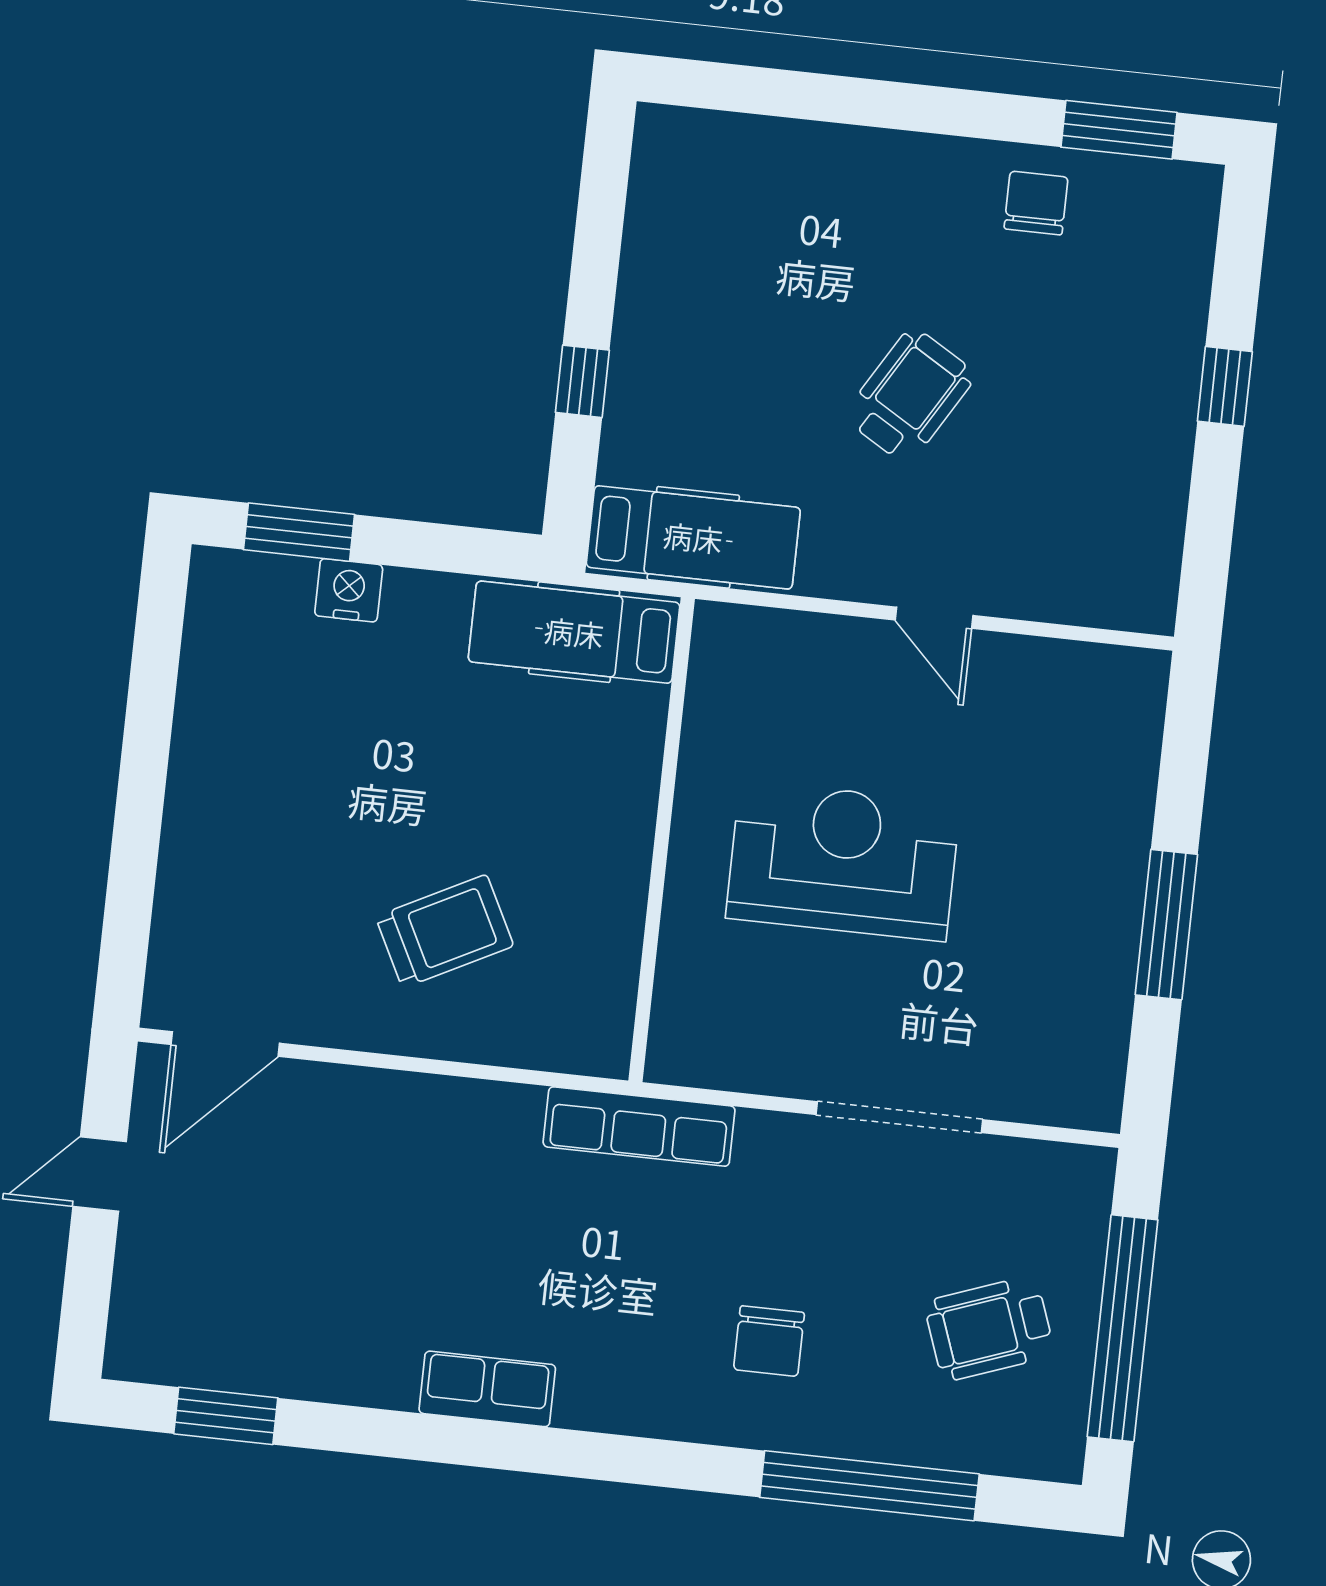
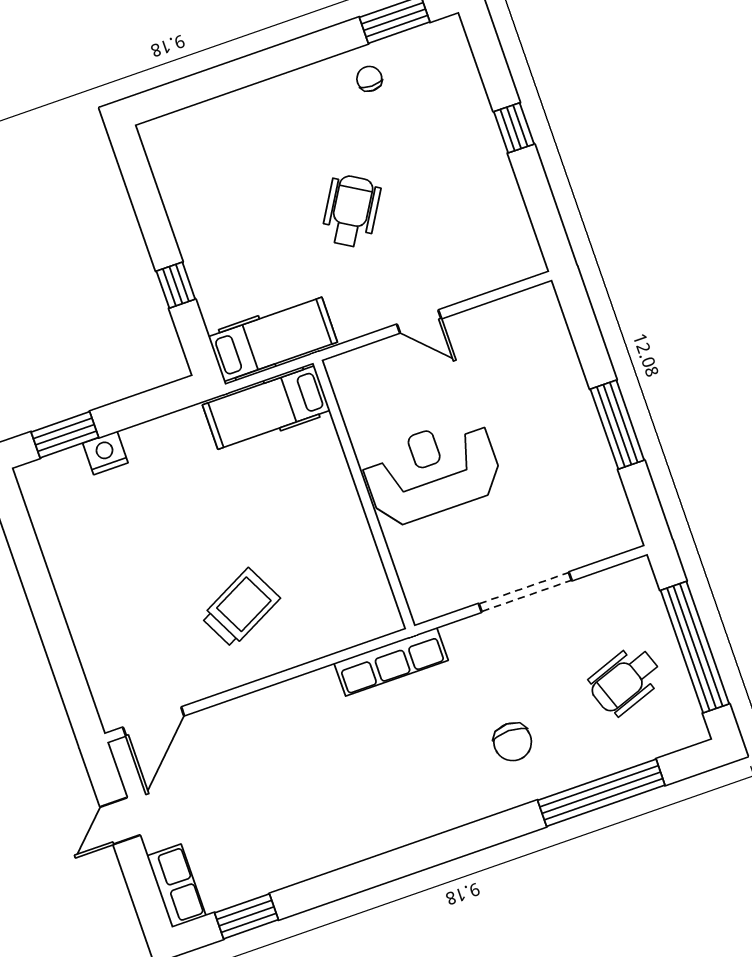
chair: (1036, 203) -> (369, 79), width x0.73, depth x0.73
hospital bed: (574, 632) -> (266, 408), moved
wall: (662, 840) -> (364, 495), moved
row of seats: (487, 1389) -> (176, 886), moved, turned 90

